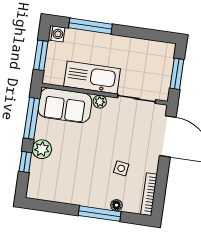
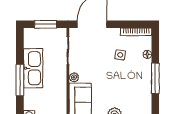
window: (90, 26) -> (20, 80), moved
kitchen sink: (92, 78) -> (33, 68), moved, turned 180
window: (100, 214) -> (155, 78), moved

